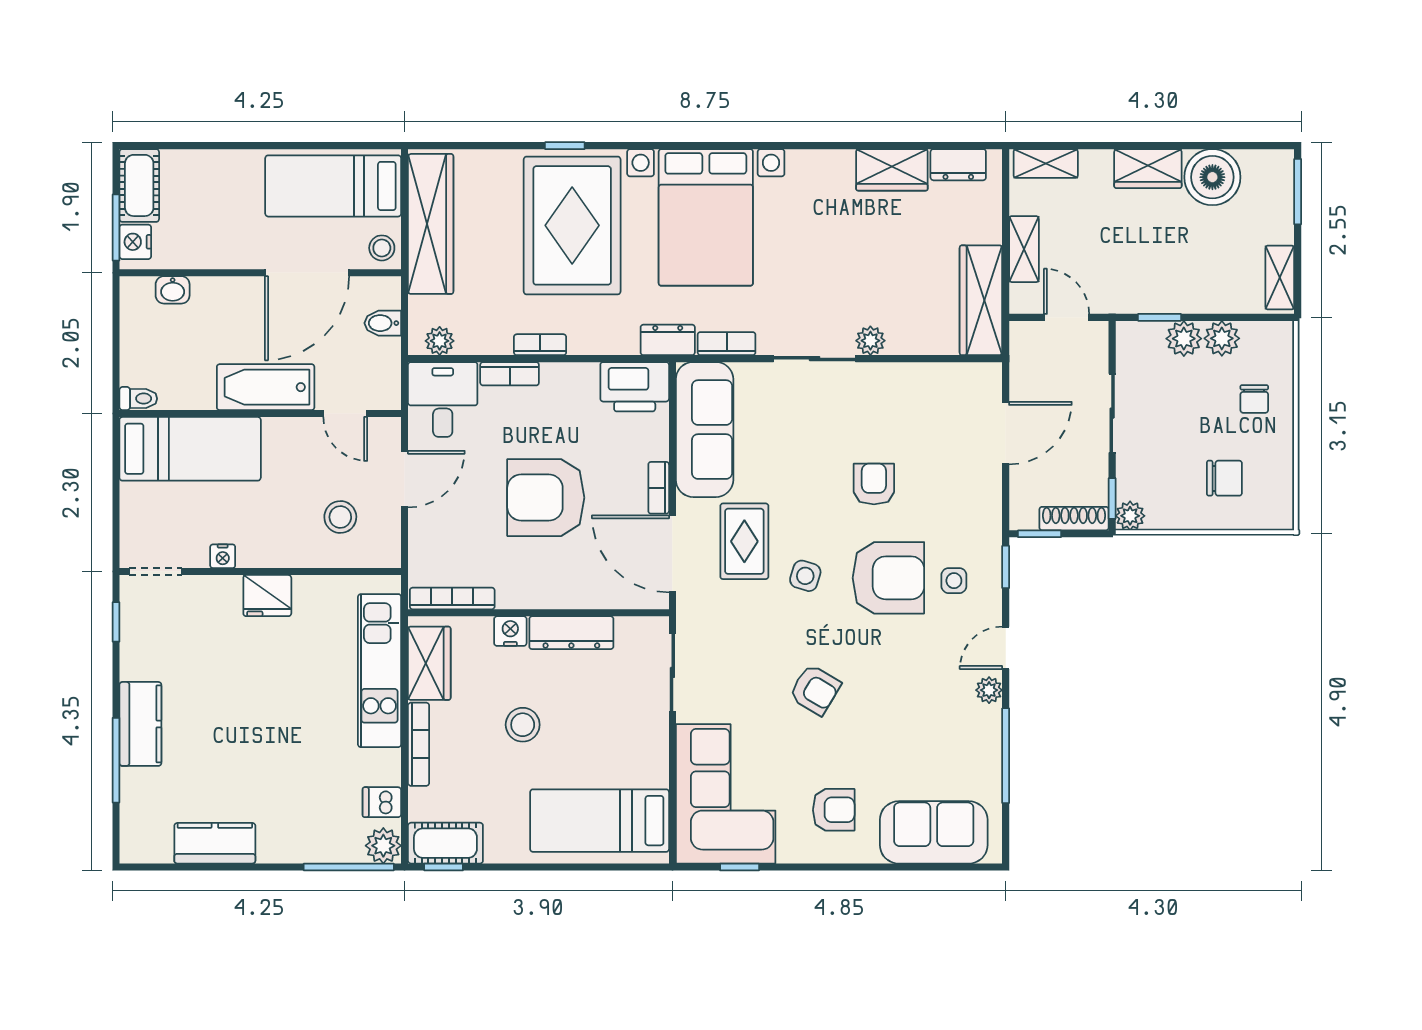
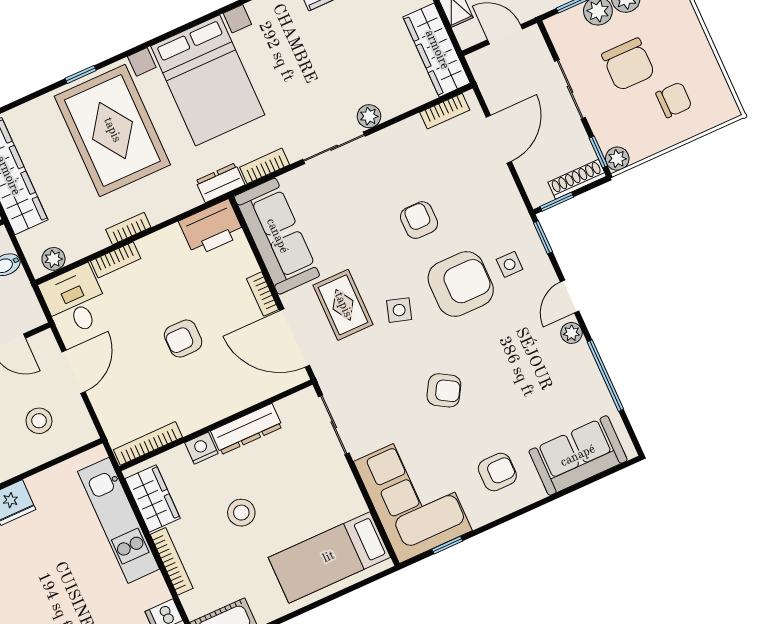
bookcase: (959, 374) -> (445, 111), added
chair: (1254, 399) -> (628, 64), moved, width x1.87, depth x1.87
armchair: (546, 498) -> (183, 339), width x0.53, depth x0.53

